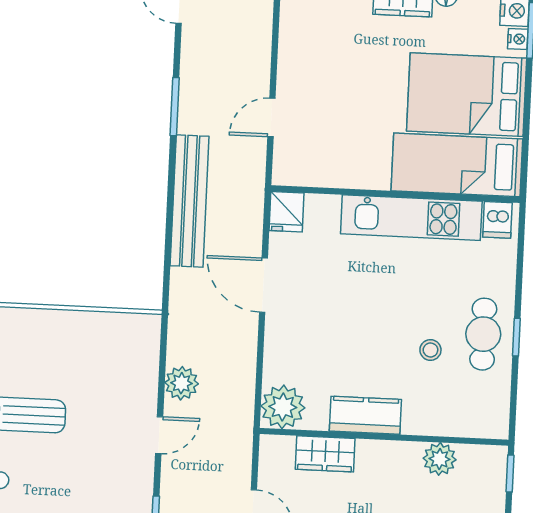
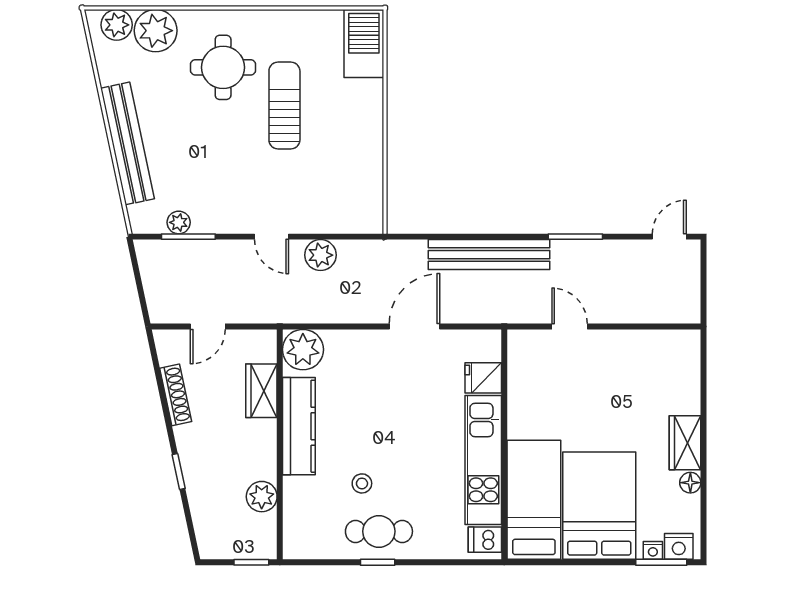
fridge: (286, 212) -> (483, 378), moved
kitchen counter: (365, 415) -> (299, 426), width x1.50

